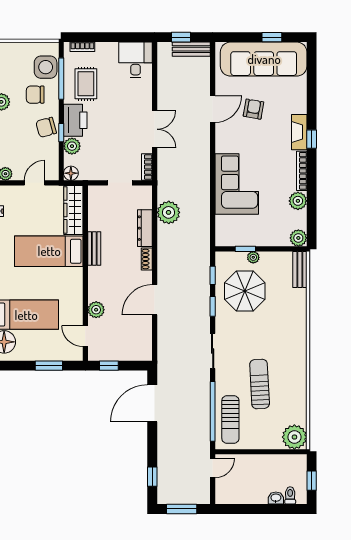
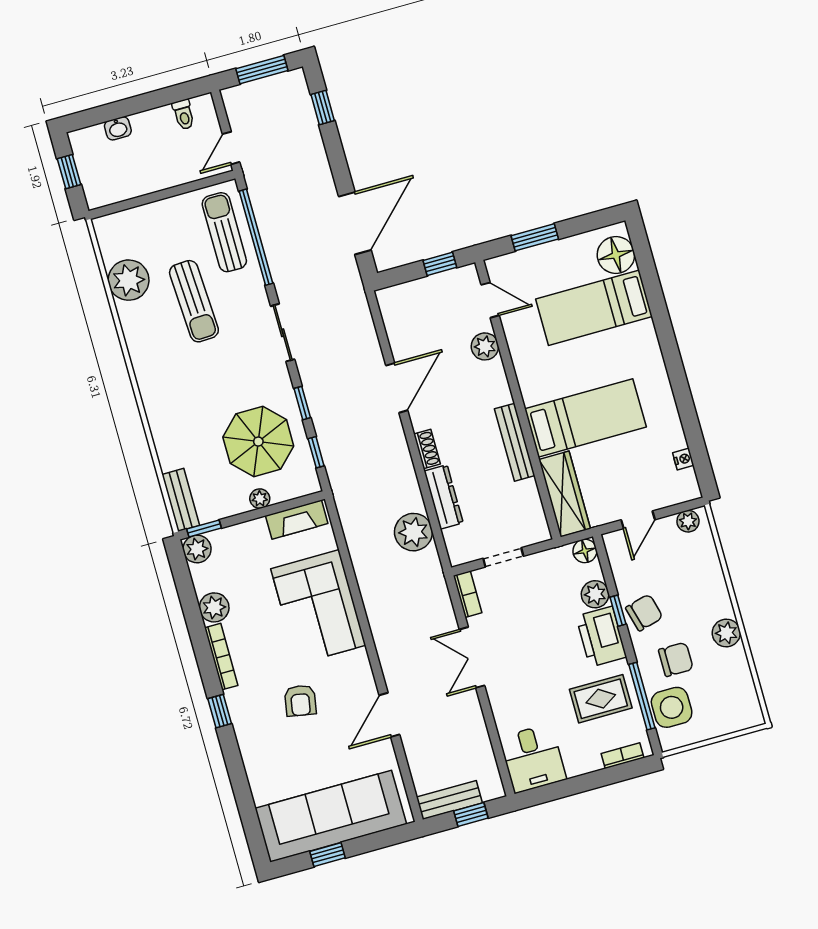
rug: (86, 84) -> (601, 699), turned 90
armchair: (253, 109) -> (300, 701), moved
fireplace: (299, 132) -> (297, 520), moved, turned 90
bench: (94, 249) -> (515, 442), width x1.36
window: (245, 249) -> (204, 528), moved
plant: (294, 437) -> (129, 280), moved
toilet: (290, 495) -> (184, 115), moved

